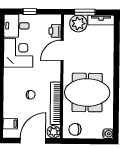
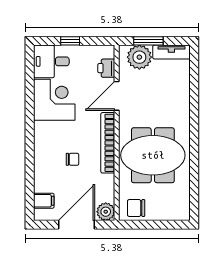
bookcase: (55, 103) -> (108, 143), moved
water cooler: (108, 134) -> (183, 214), removed

